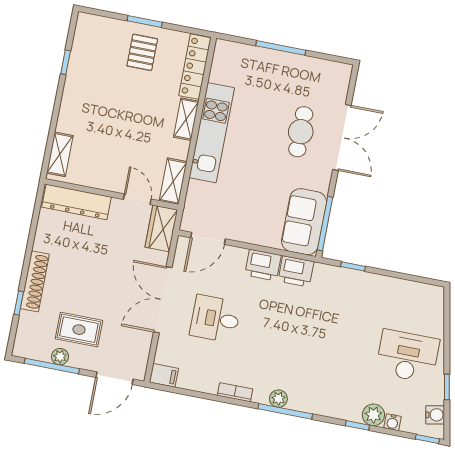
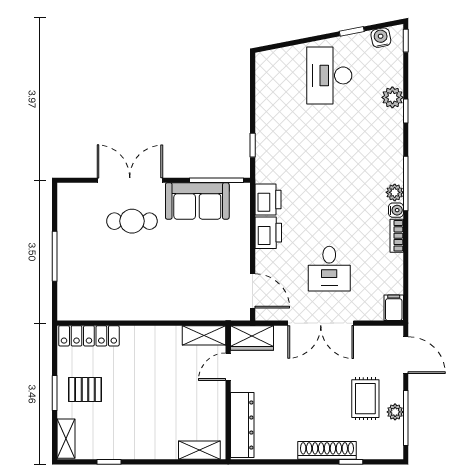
shelving: (186, 119) -> (66, 439), moved, turned 90
kitchen unit: (212, 133) -> (150, 307), removed
sofa: (304, 222) -> (197, 201), moved
water cooler: (392, 422) -> (396, 210), moved

